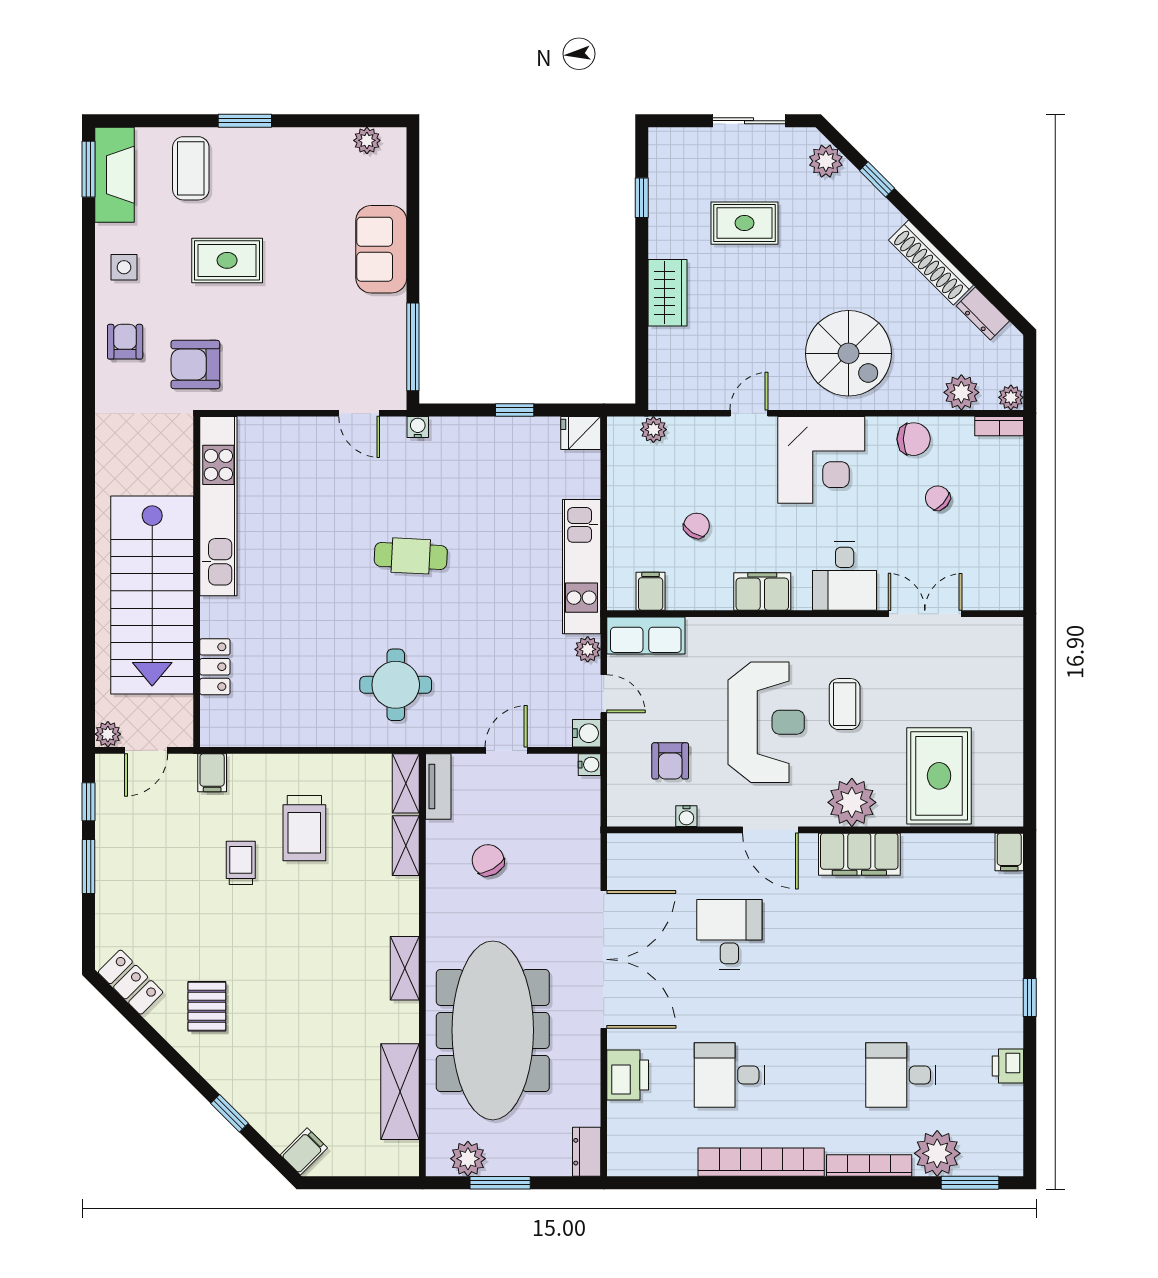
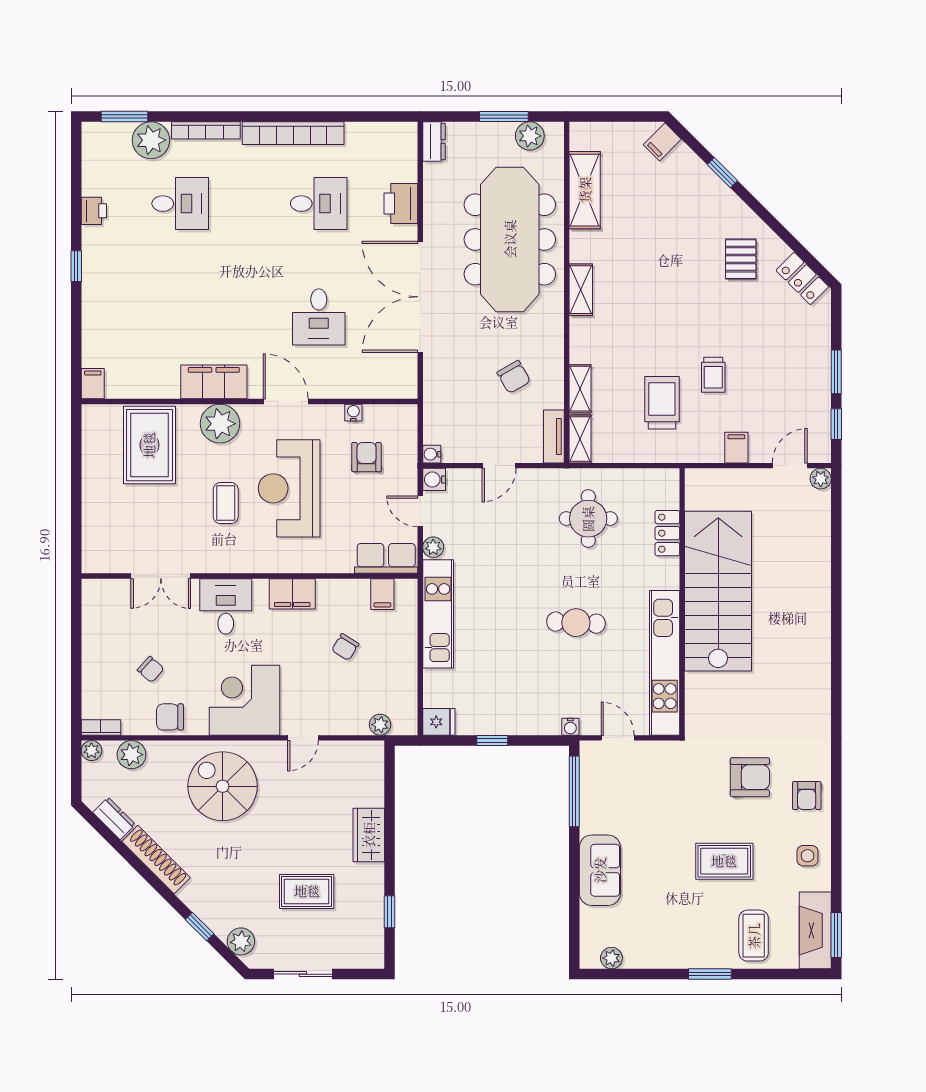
kitchen unit: (218, 506) -> (665, 663), moved
wall: (197, 582) -> (682, 602), moved
stairs: (152, 595) -> (718, 591), moved
locker: (215, 667) -> (667, 533), moved

